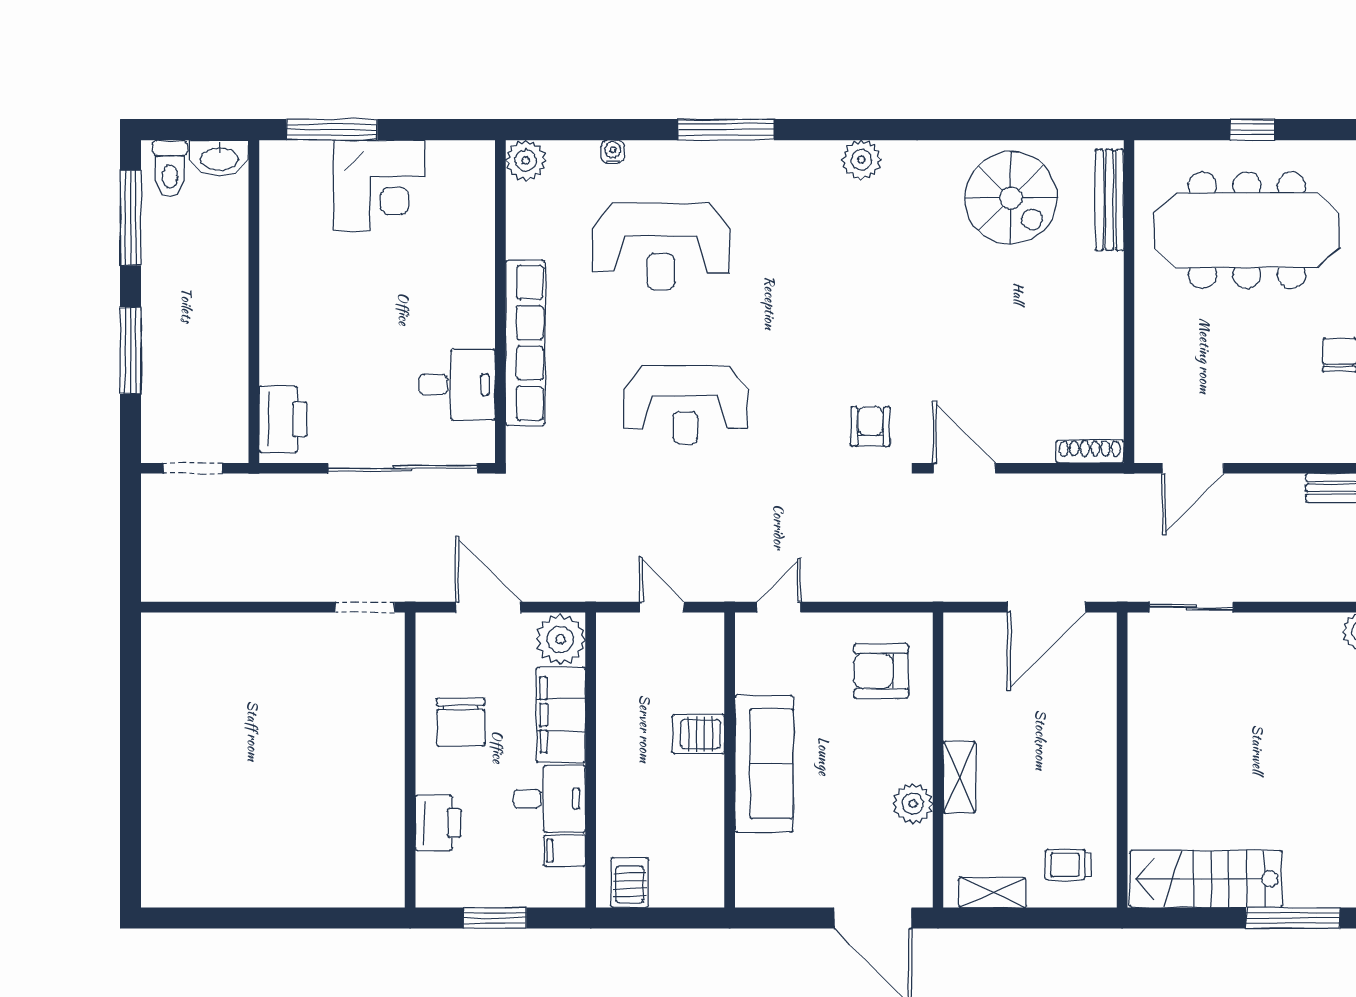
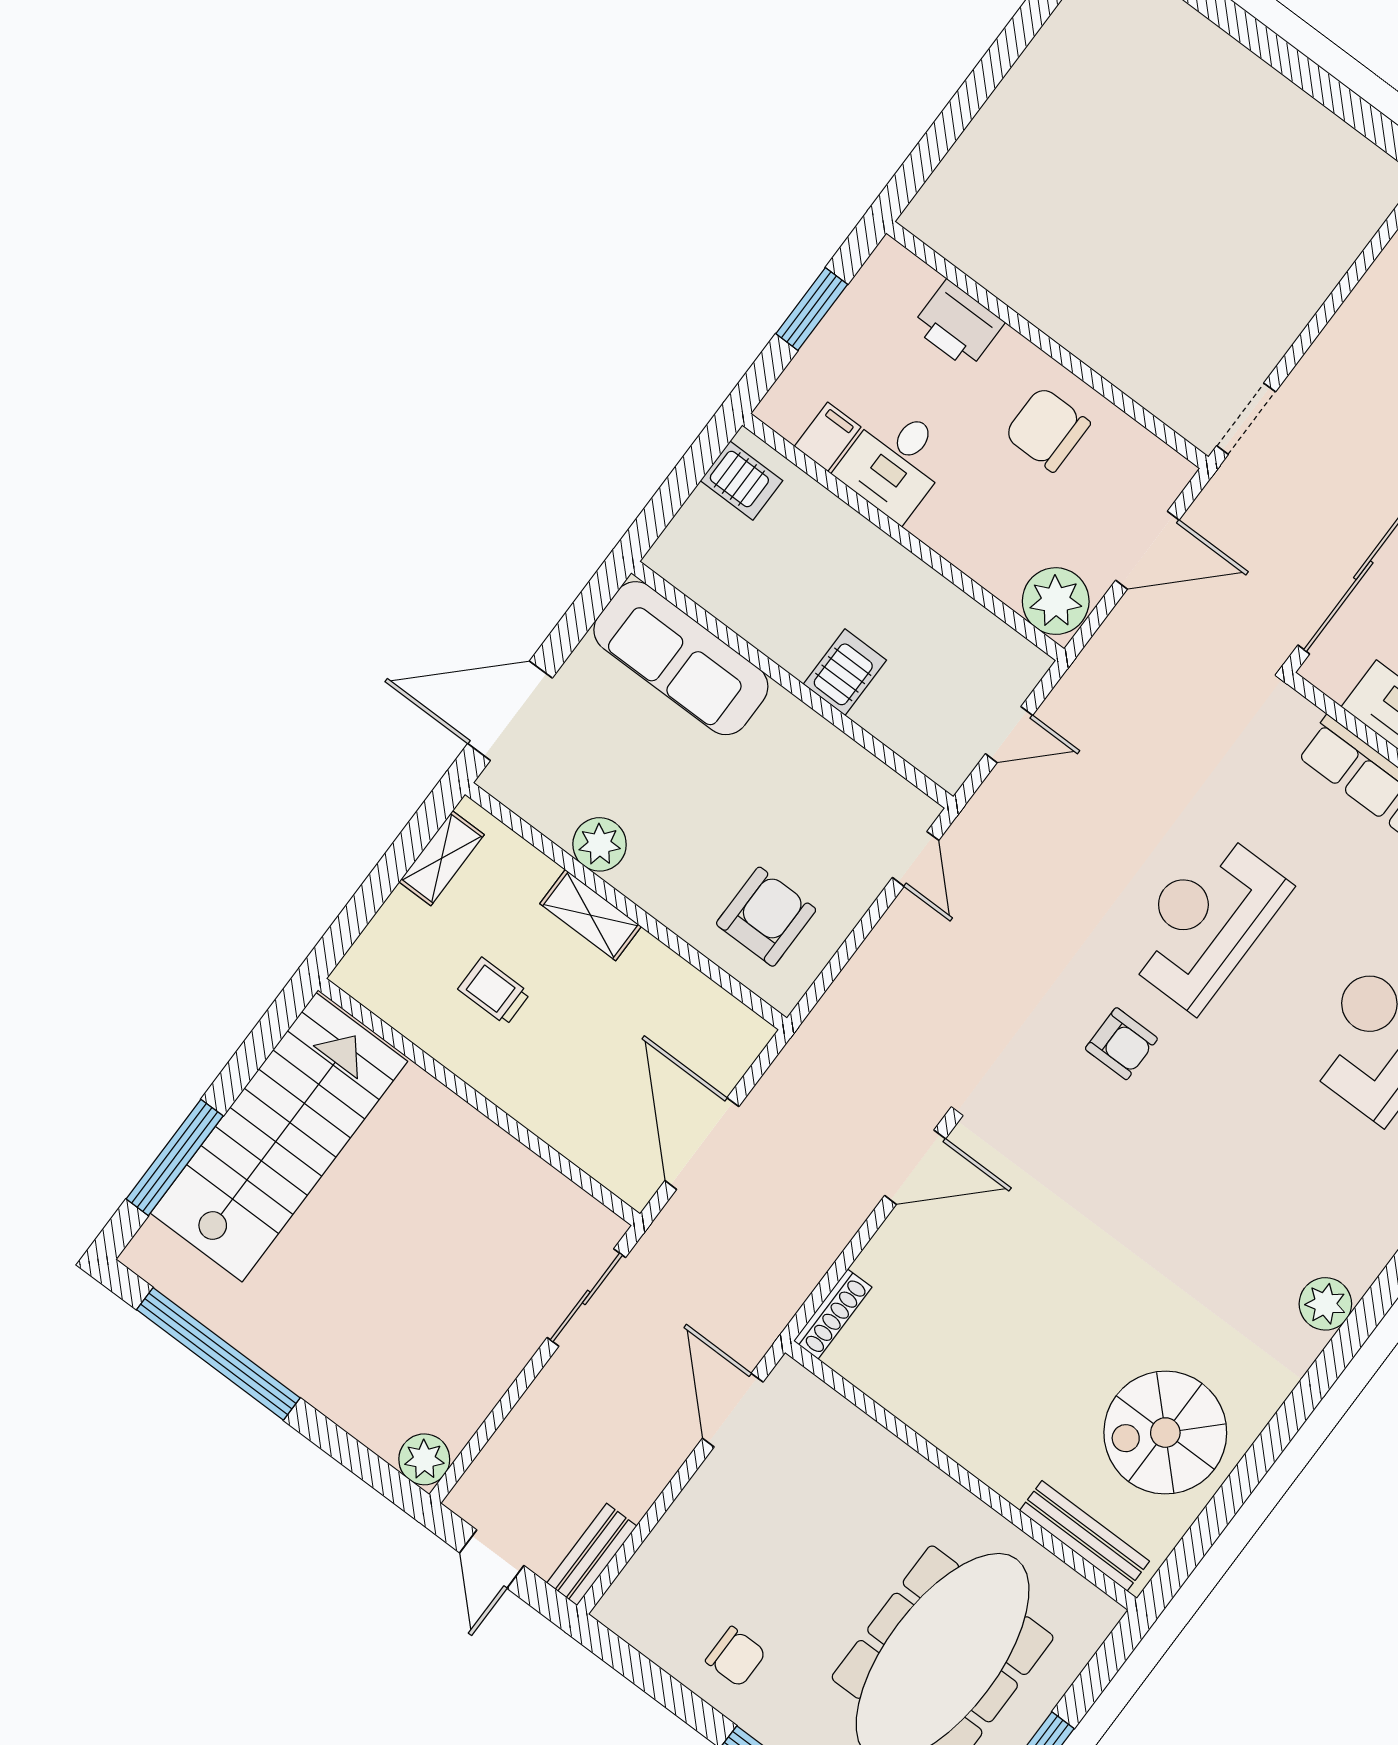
armchair: (870, 426) -> (1121, 1044), moved
filing cabinet: (561, 715) -> (975, 541), removed
sofa: (764, 764) -> (681, 658), moved
trolley: (1068, 865) -> (494, 991), moved, turned -90
stairs: (1206, 879) -> (279, 1137), width x1.36, depth x1.51

